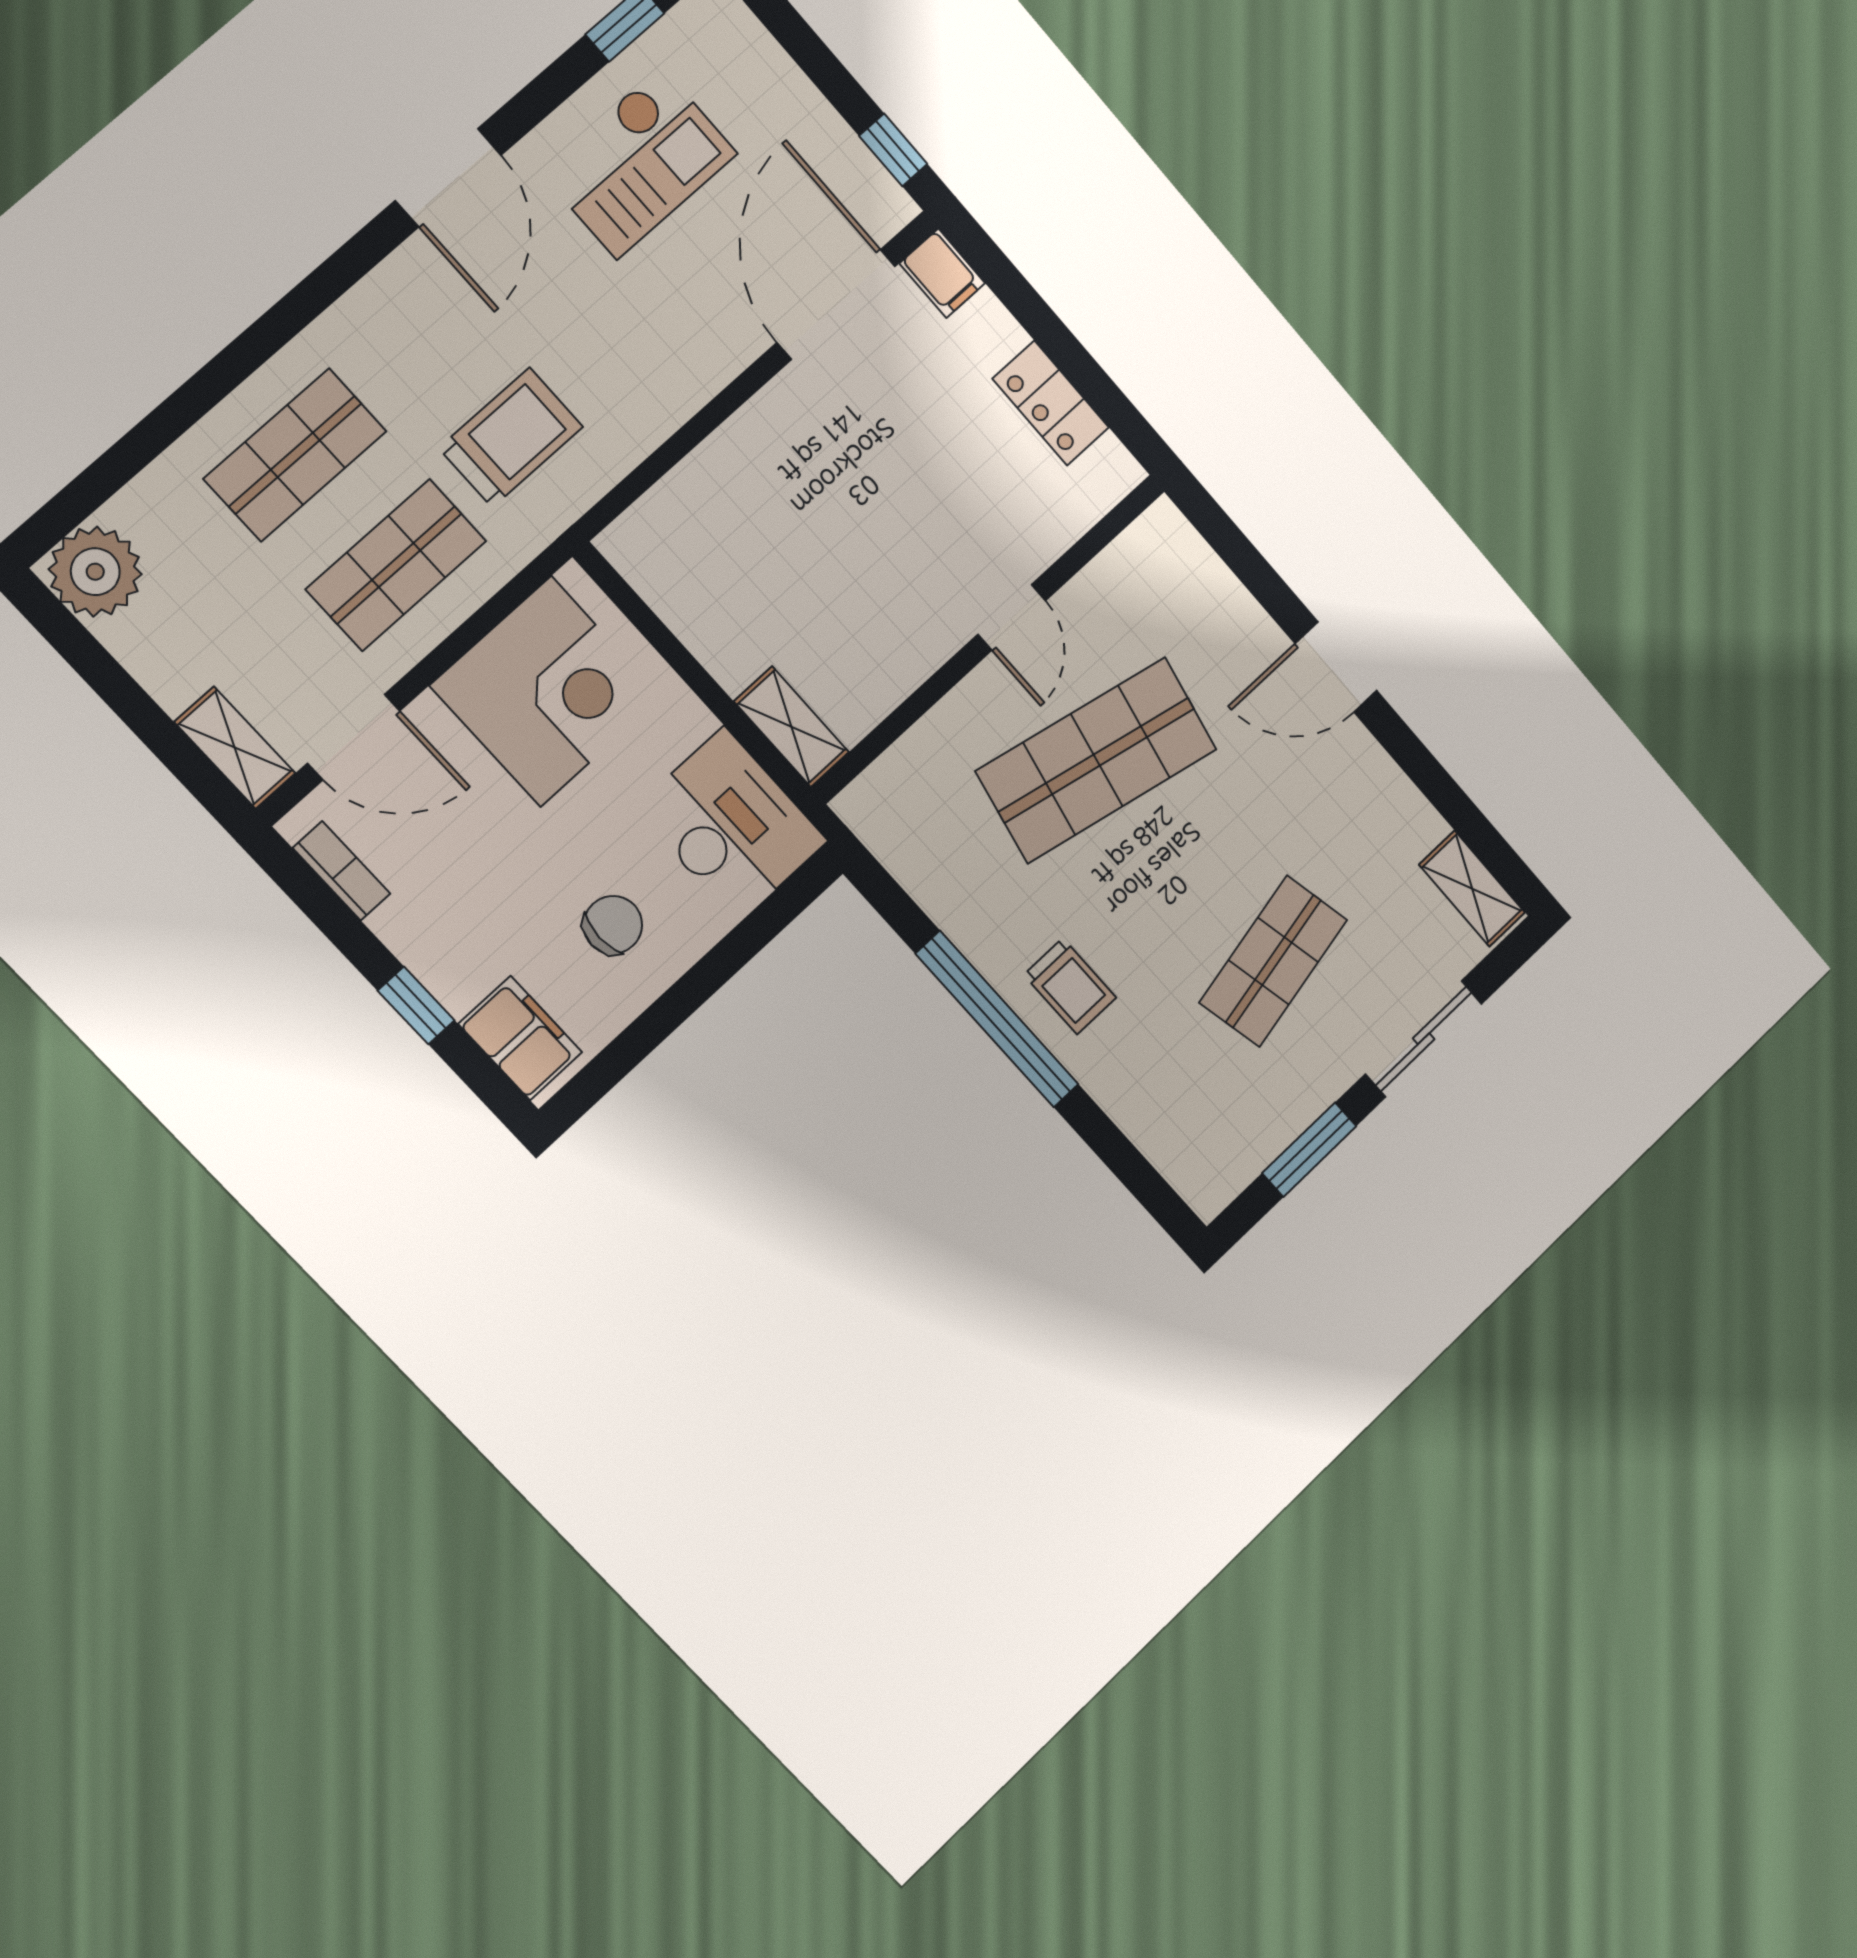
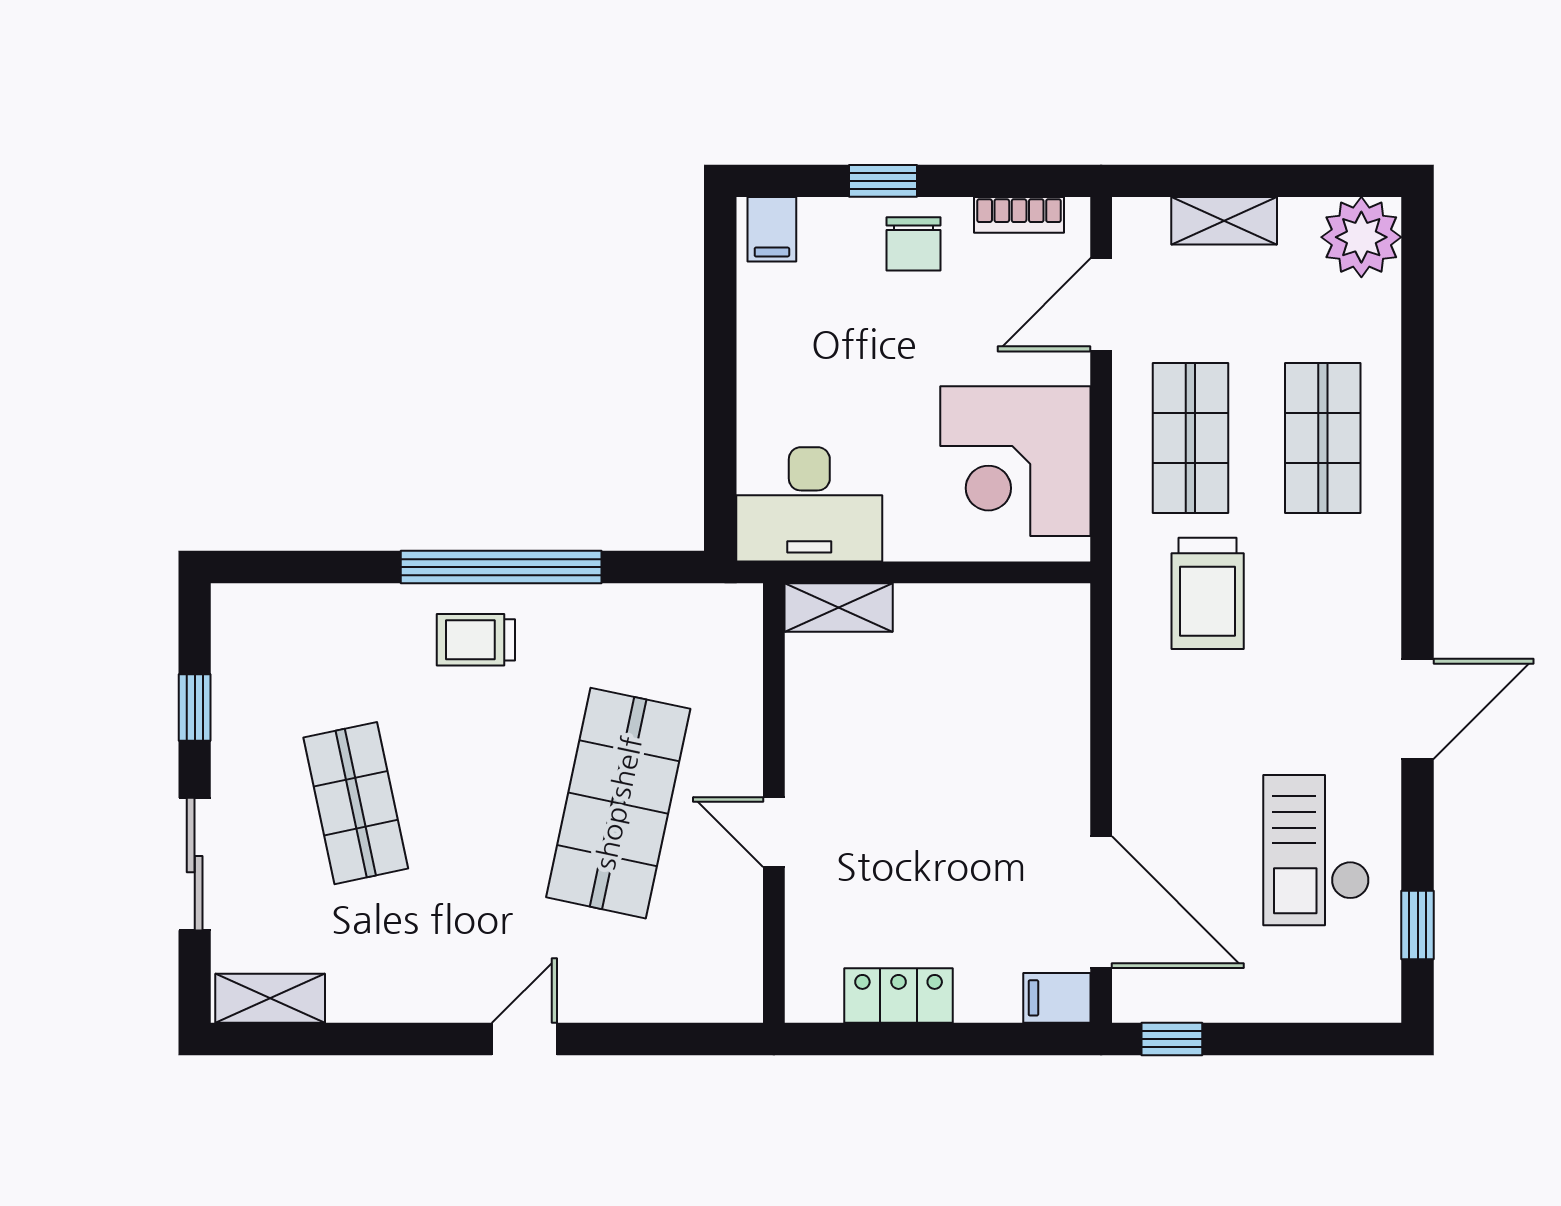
door: (448, 178) -> (1418, 709), swing flipped
door: (1336, 667) -> (524, 1039), width x0.73
shelving: (235, 748) -> (1224, 221), moved
chair: (613, 925) -> (914, 244), moved
filing cabinet: (520, 1038) -> (772, 229), width x0.50
window: (1309, 1150) -> (195, 707), width x0.67

